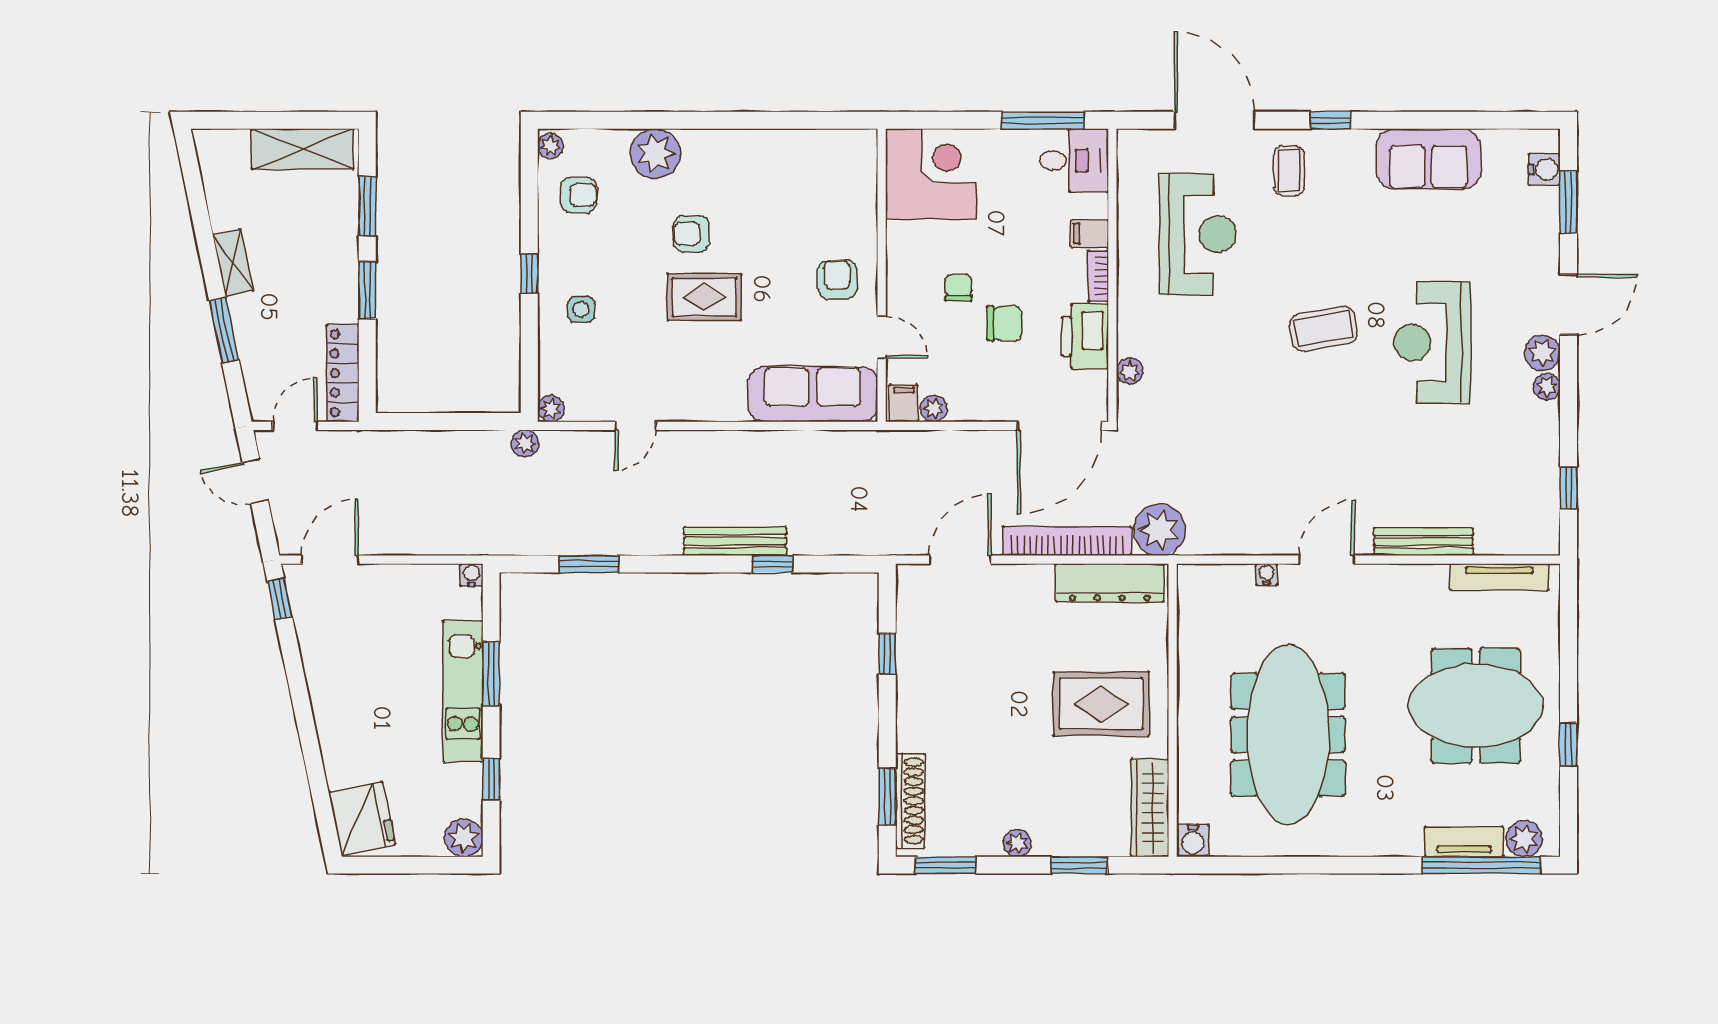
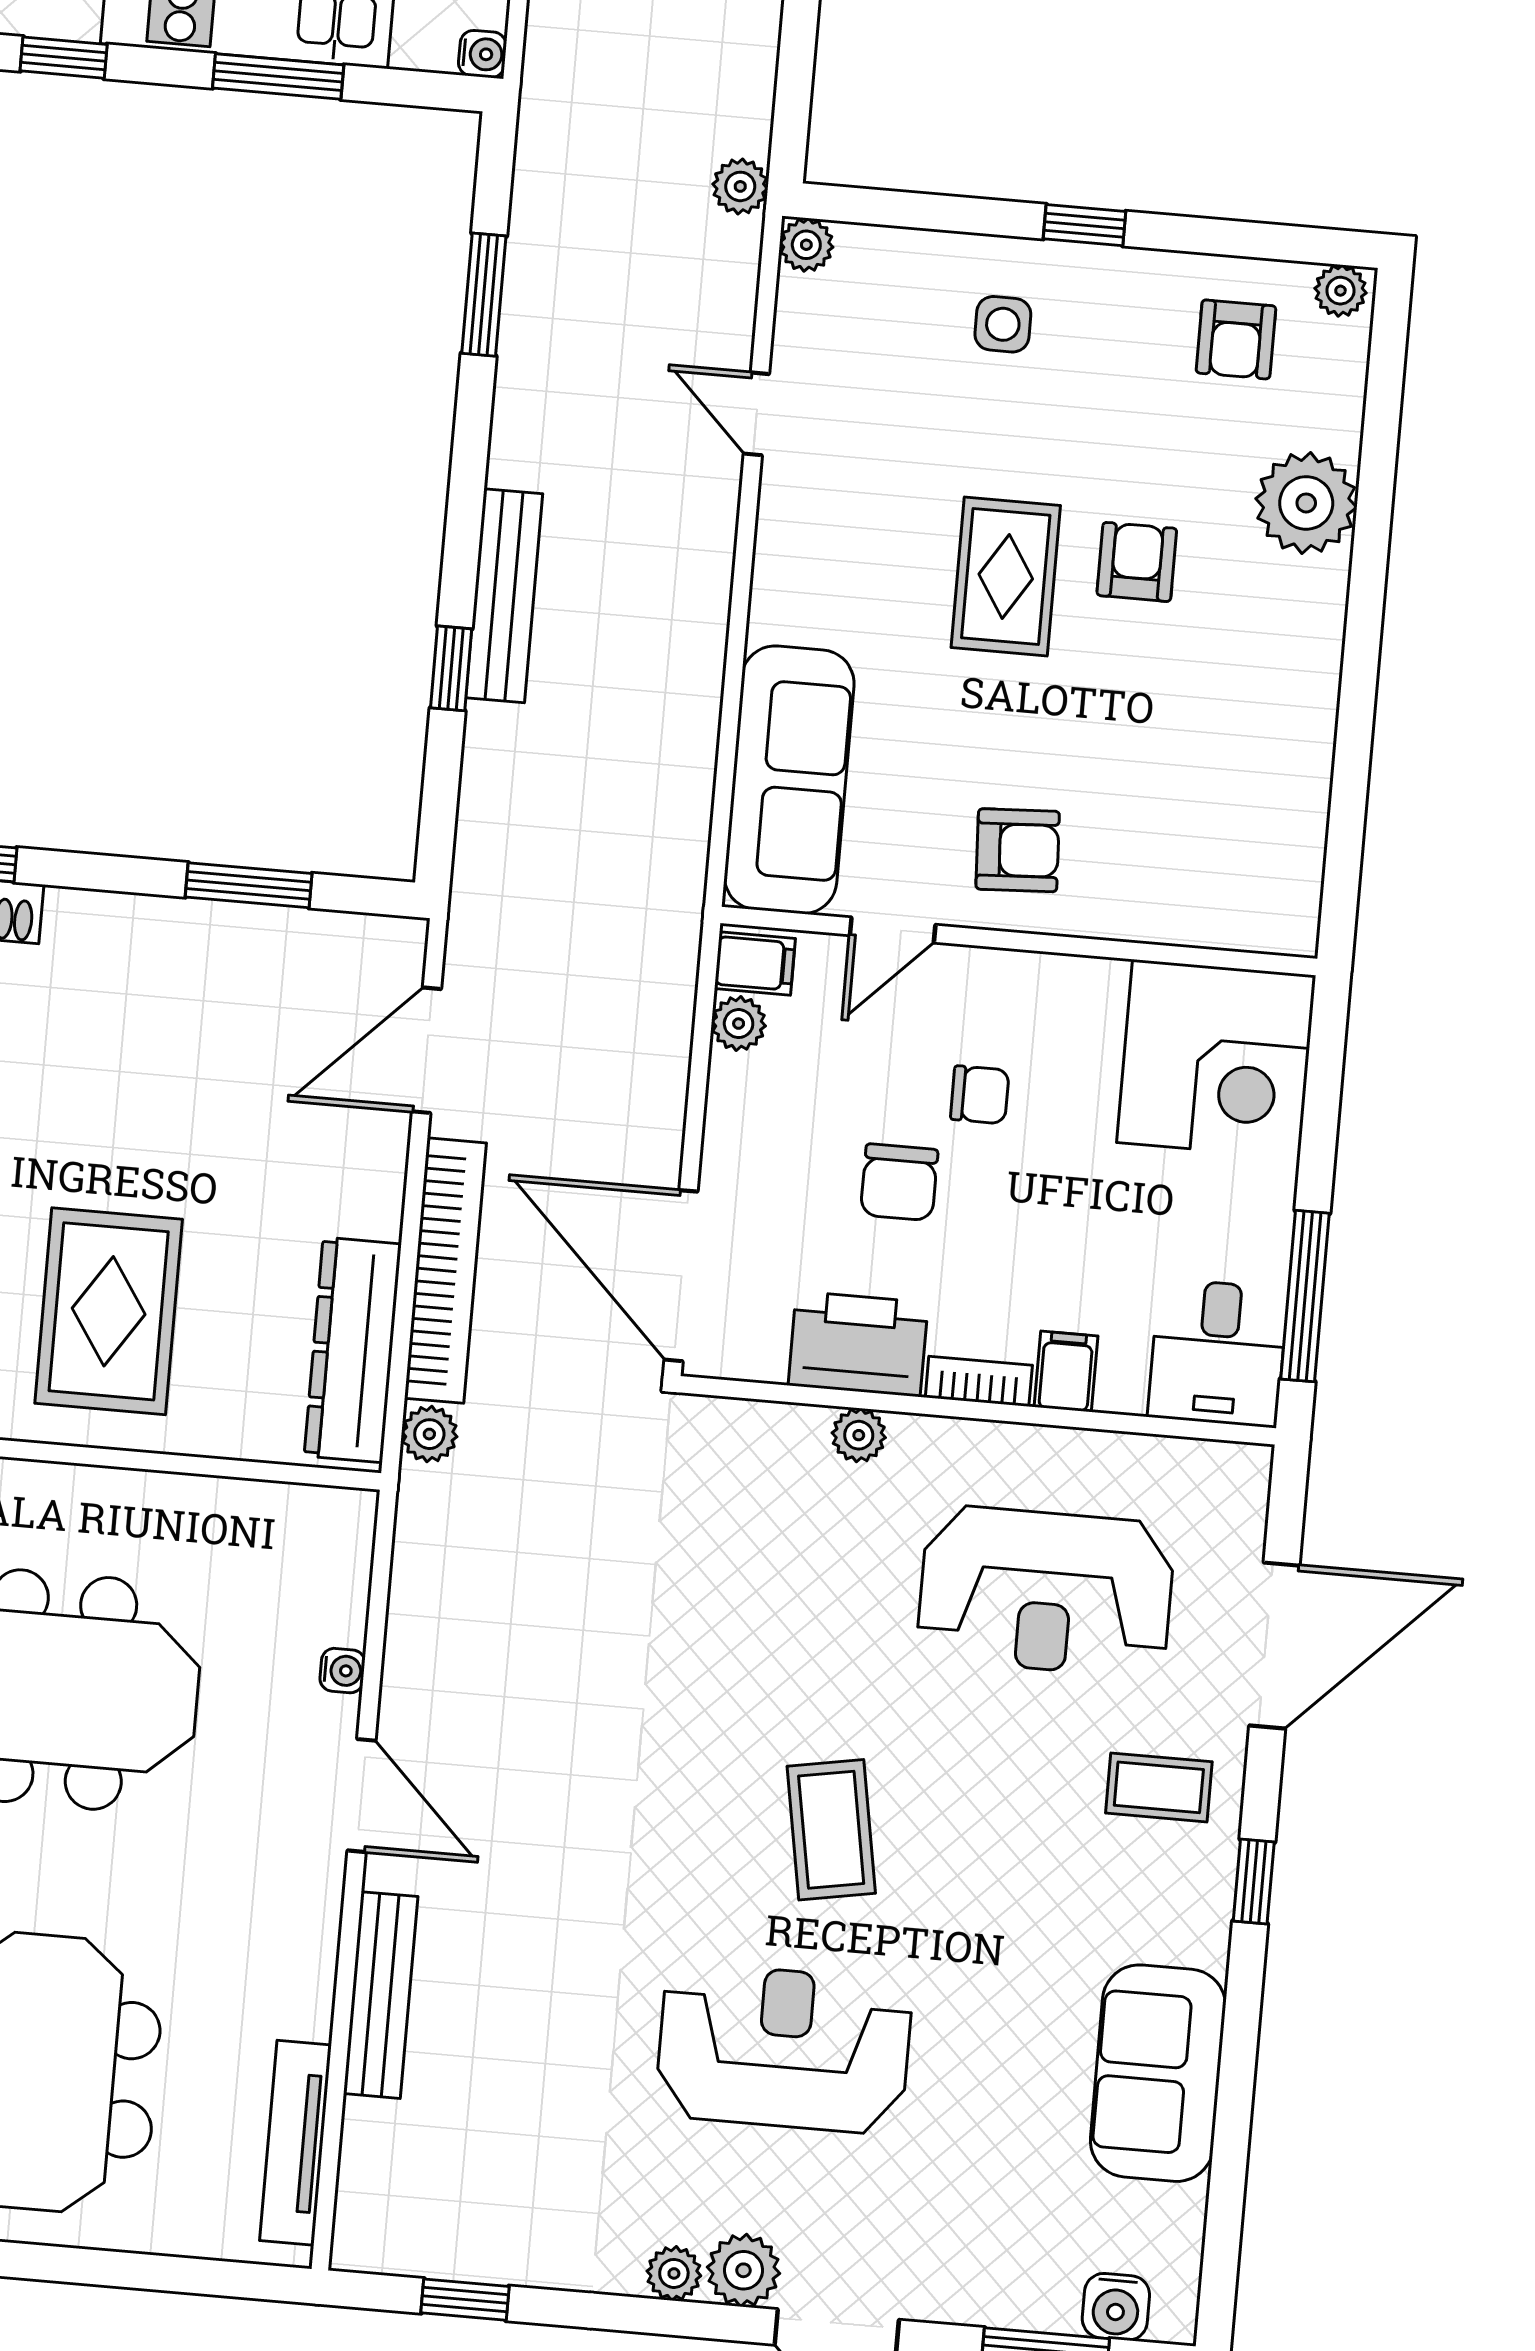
plant: (1130, 371) -> (859, 1435), moved
plant: (1159, 530) -> (429, 1434), width x0.53, depth x0.53
door: (960, 560) -> (427, 1050), swing flipped
window: (887, 654) -> (249, 885), width x1.50

